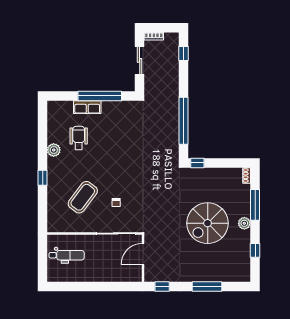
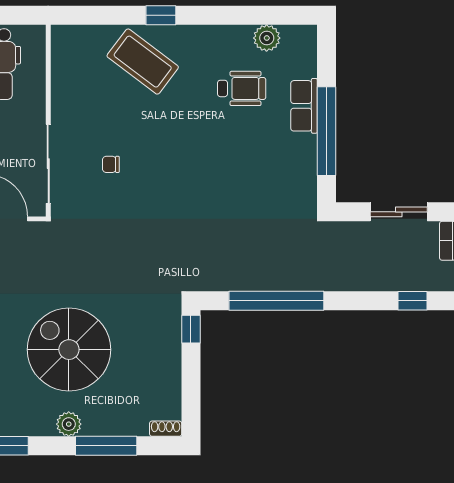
plant: (54, 150) -> (267, 38), moved
coffee table: (83, 197) -> (143, 62), moved

